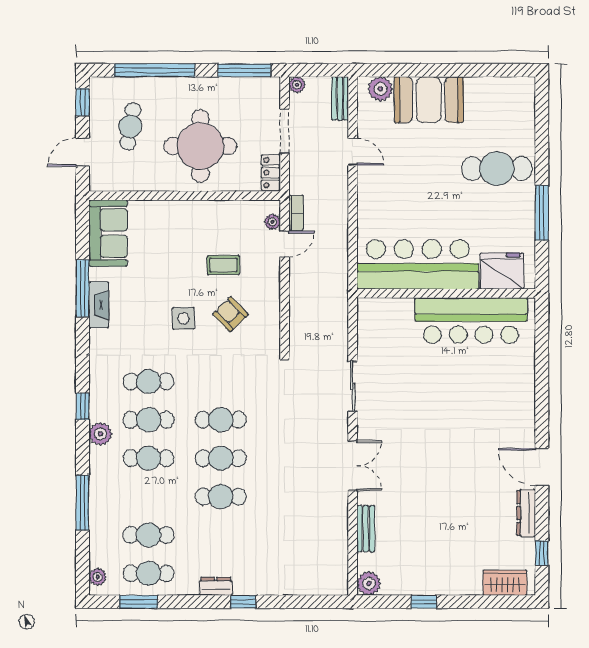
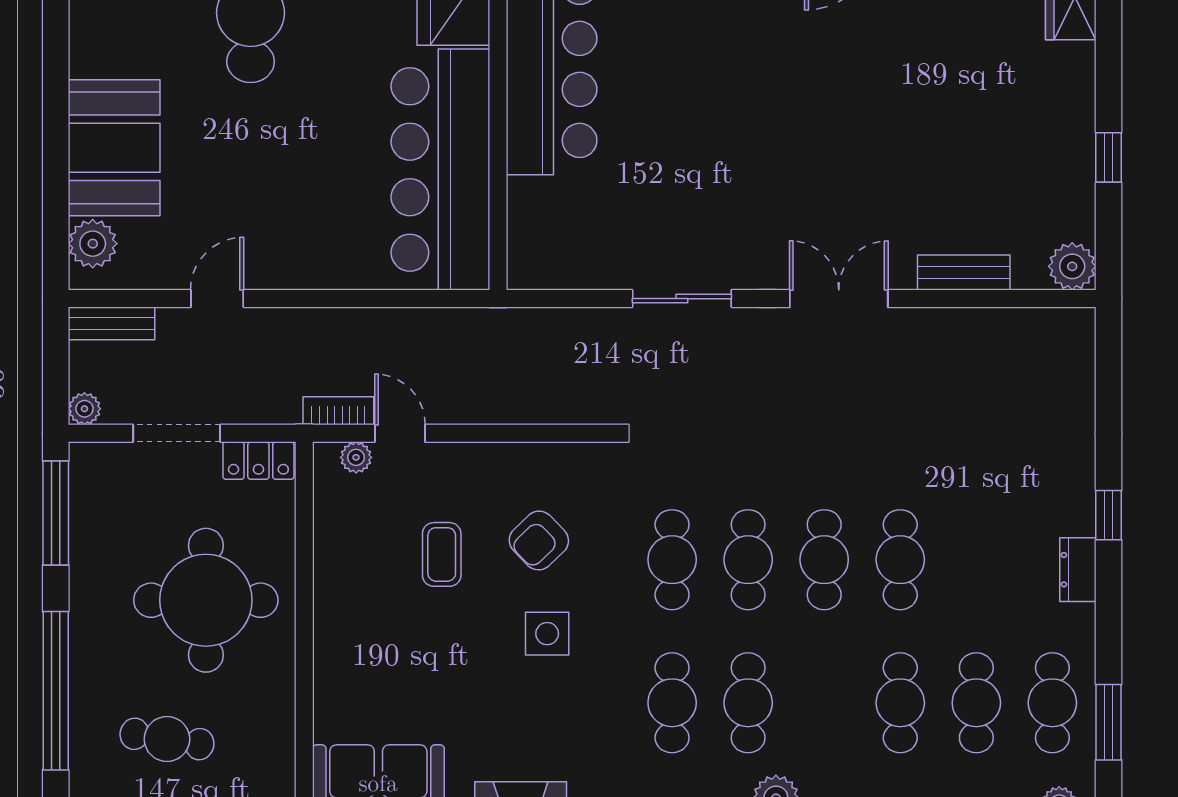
cafe table: (221, 381) -> (672, 560), added
cafe table: (149, 458) -> (900, 703), moved

